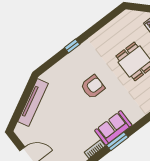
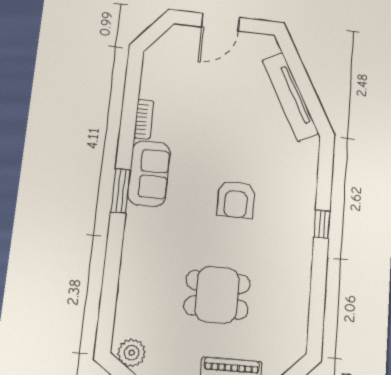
window: (117, 141) -> (121, 191), moved

